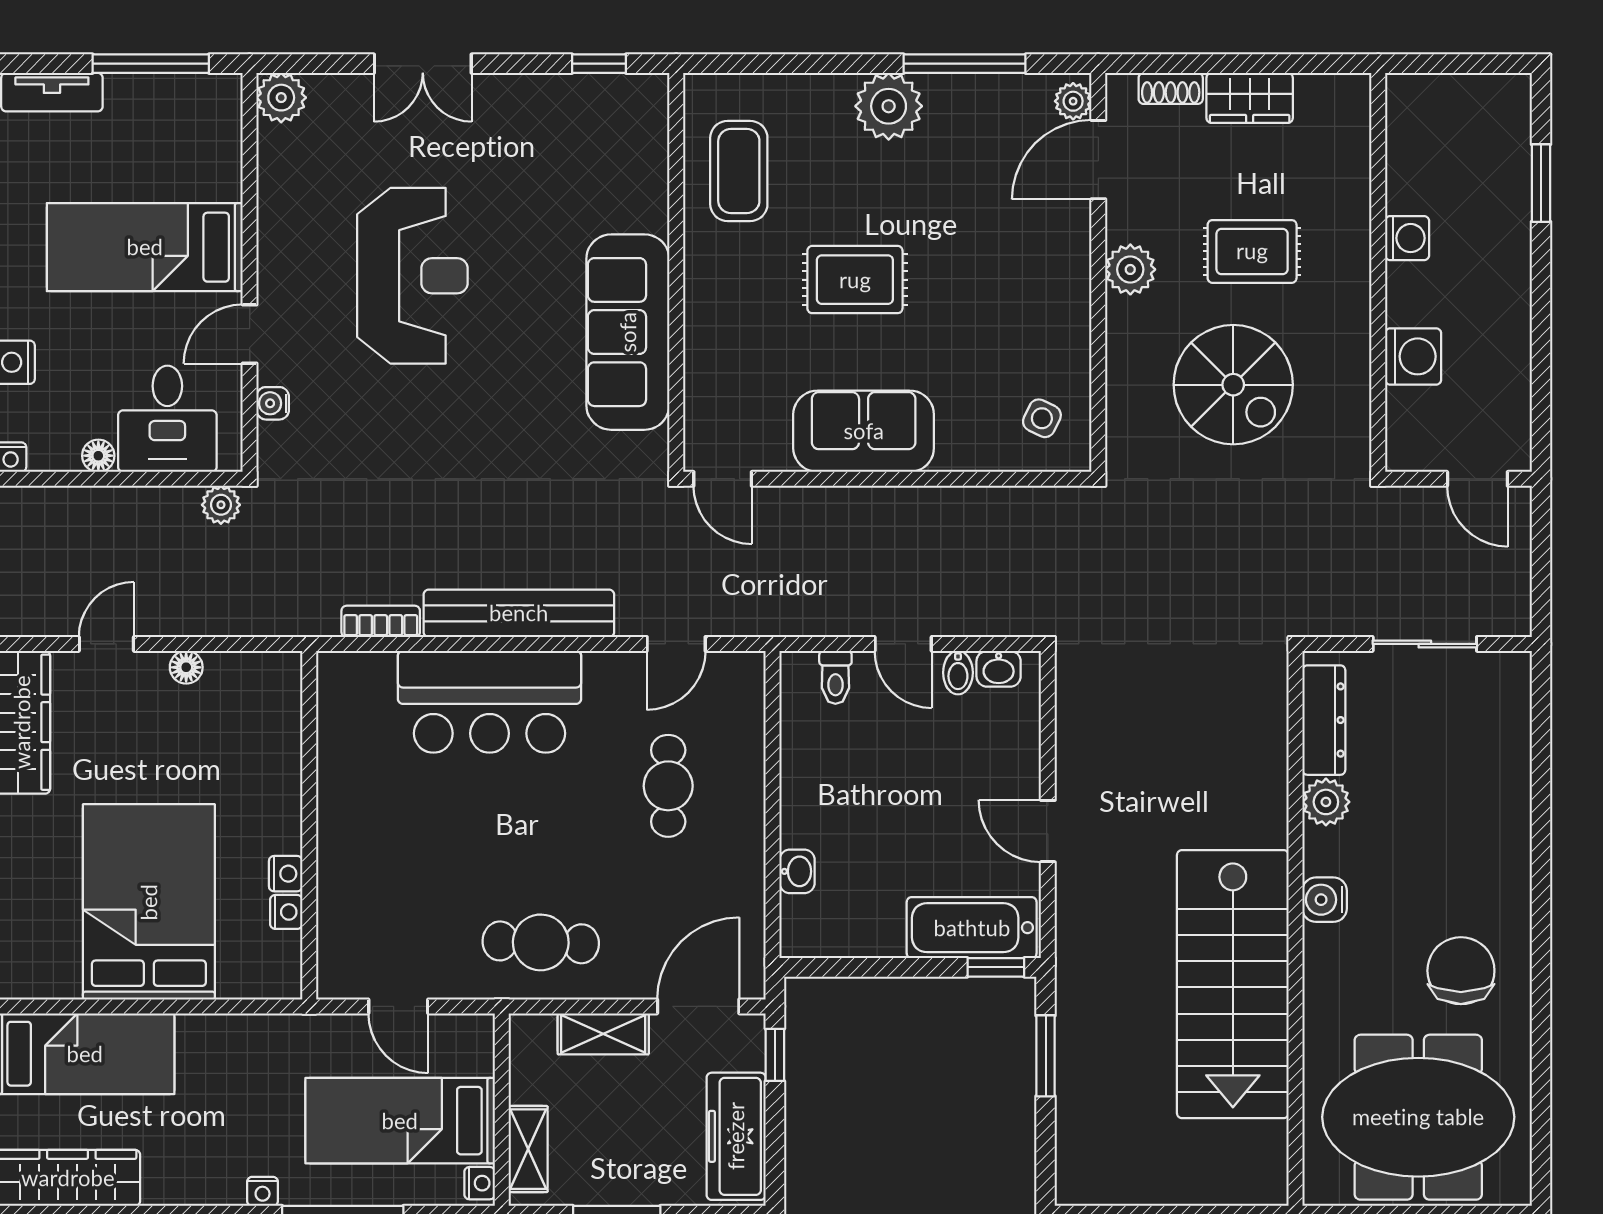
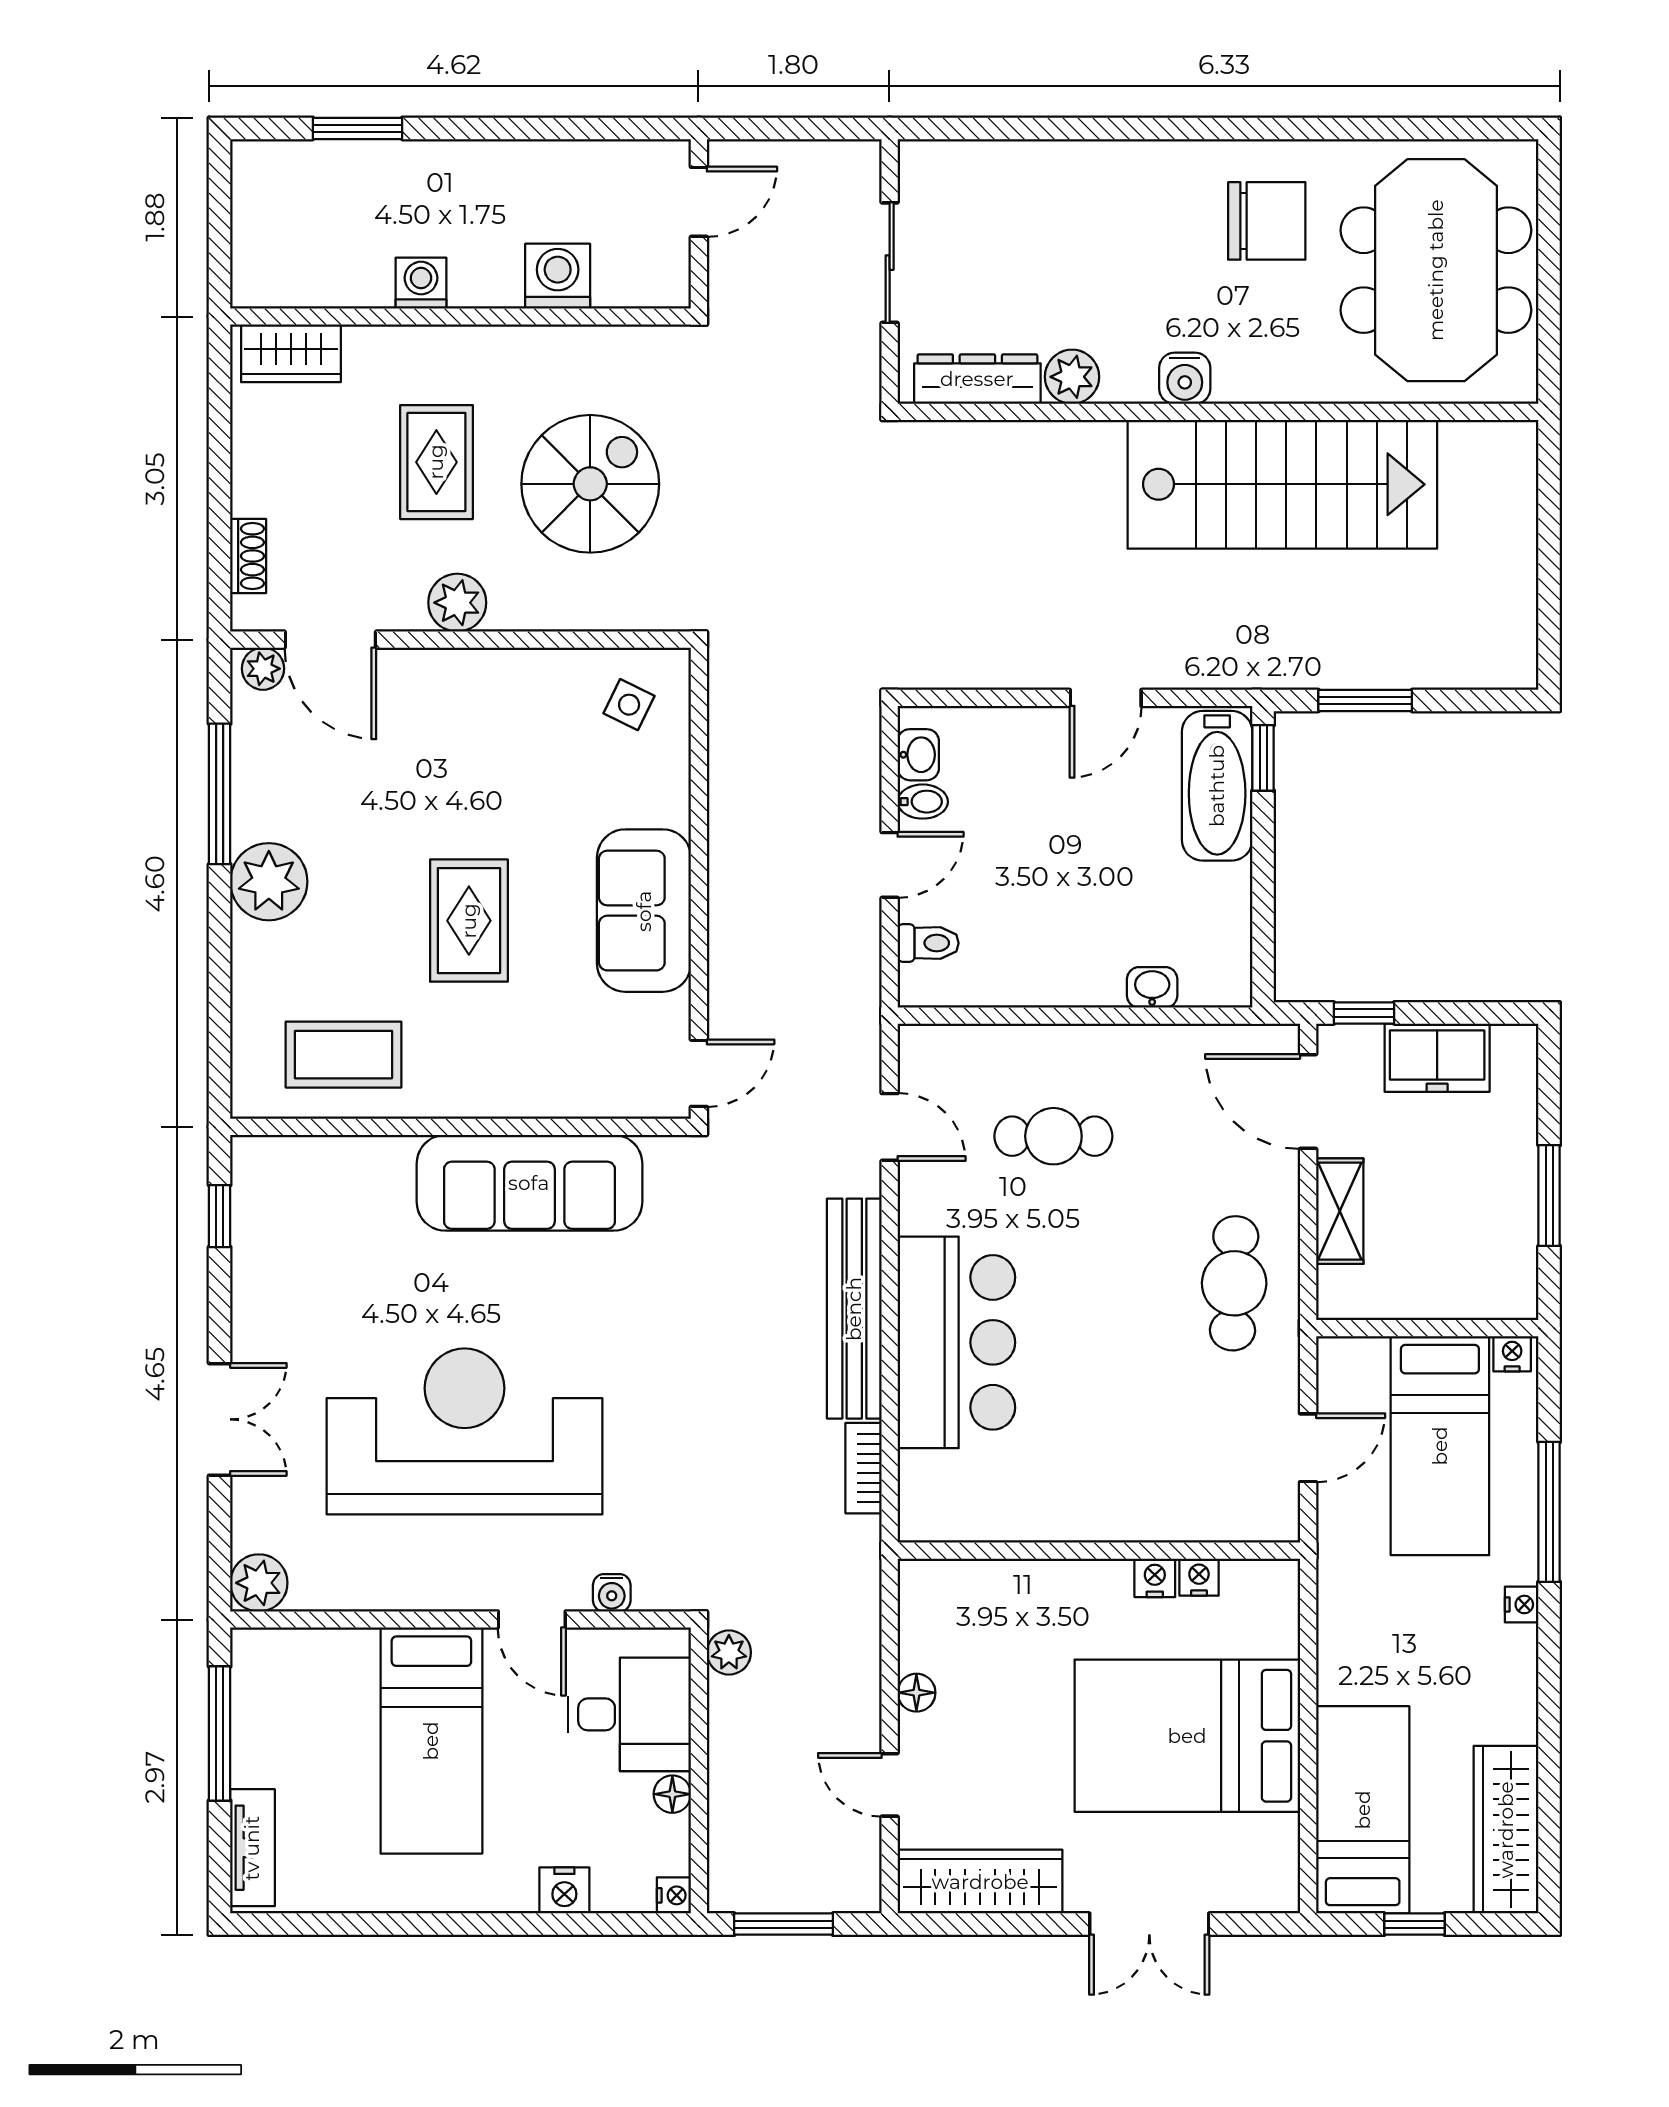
wardrobe: (1250, 98) -> (291, 353), moved, turned 90
reception desk: (412, 276) -> (464, 1431), width x1.36, depth x1.30
chair: (1461, 971) -> (1267, 221), turned 180
freezer: (736, 1136) -> (1437, 1058), width x0.71
shelving: (528, 1149) -> (1473, 1298), removed

